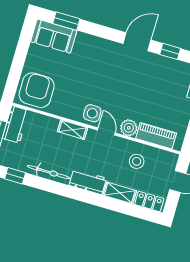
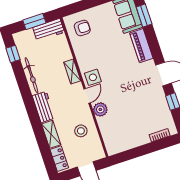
armchair: (37, 90) -> (82, 28), width x0.53, depth x0.53
piano: (156, 136) -> (141, 46), moved, turned 180

